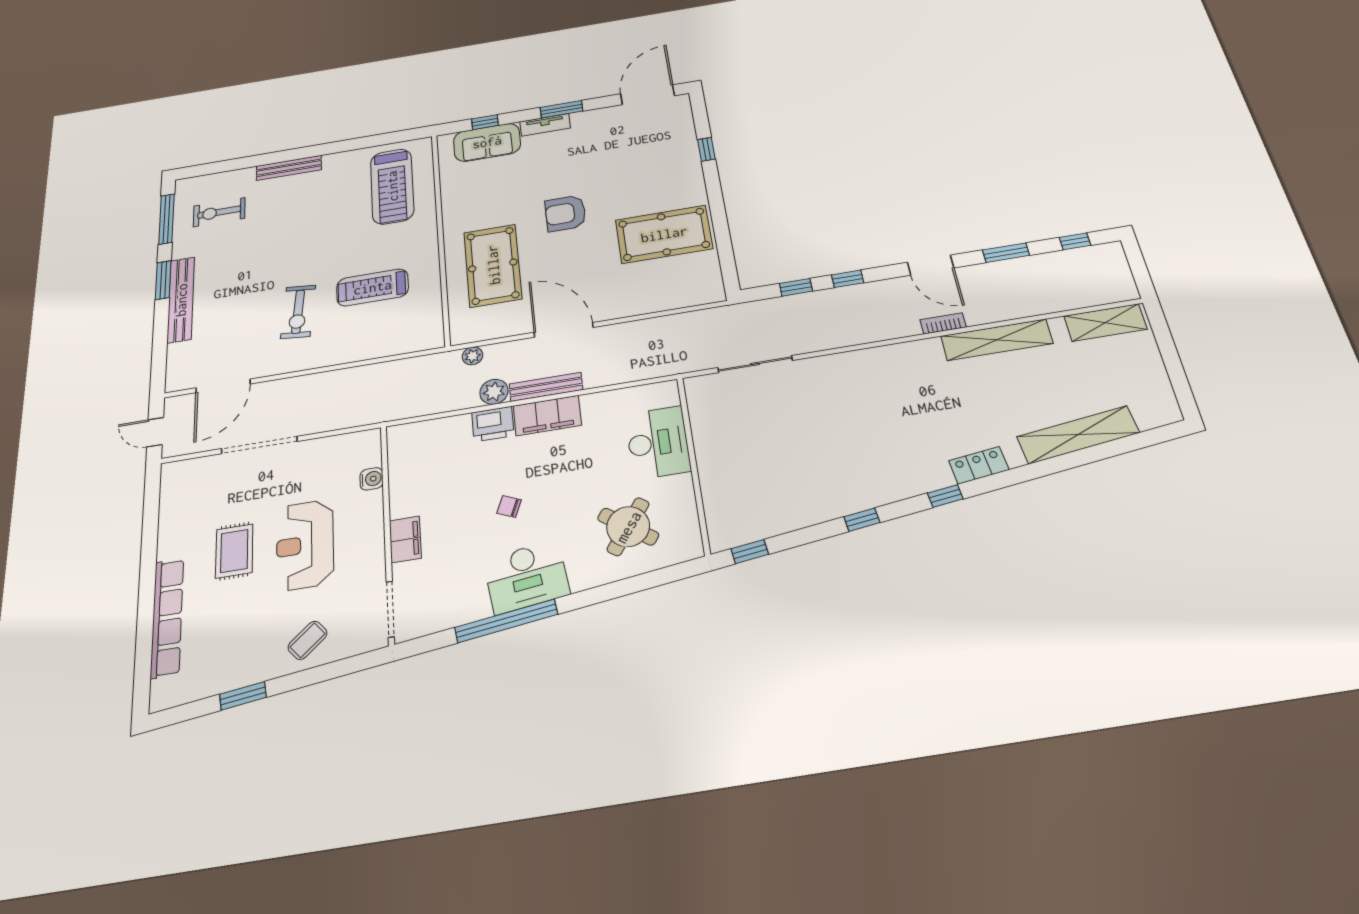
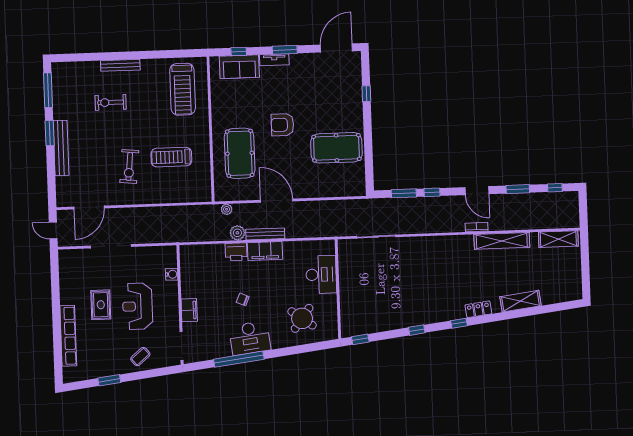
exercise bike: (219, 212) -> (111, 102), moved
window: (796, 287) -> (404, 193), width x1.50
shelving: (1078, 435) -> (521, 301), width x0.68

